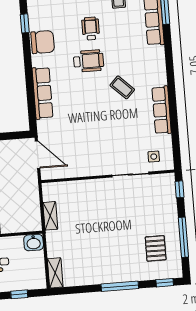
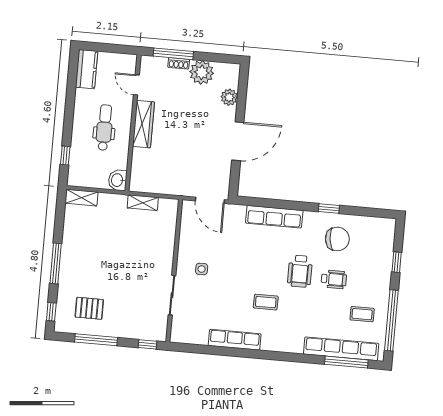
window: (25, 23) -> (329, 208), moved
chair: (43, 42) -> (337, 239), moved, turned -97
coffee table: (122, 87) -> (266, 302), turned 46
door: (38, 155) -> (210, 200), hinge flipped
side table: (154, 157) -> (202, 269), moved

